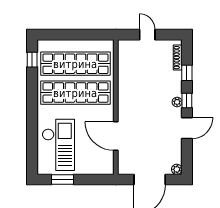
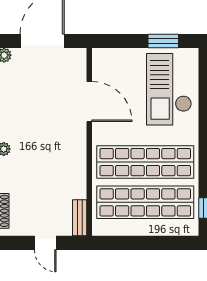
bench: (123, 53) -> (80, 218), added

